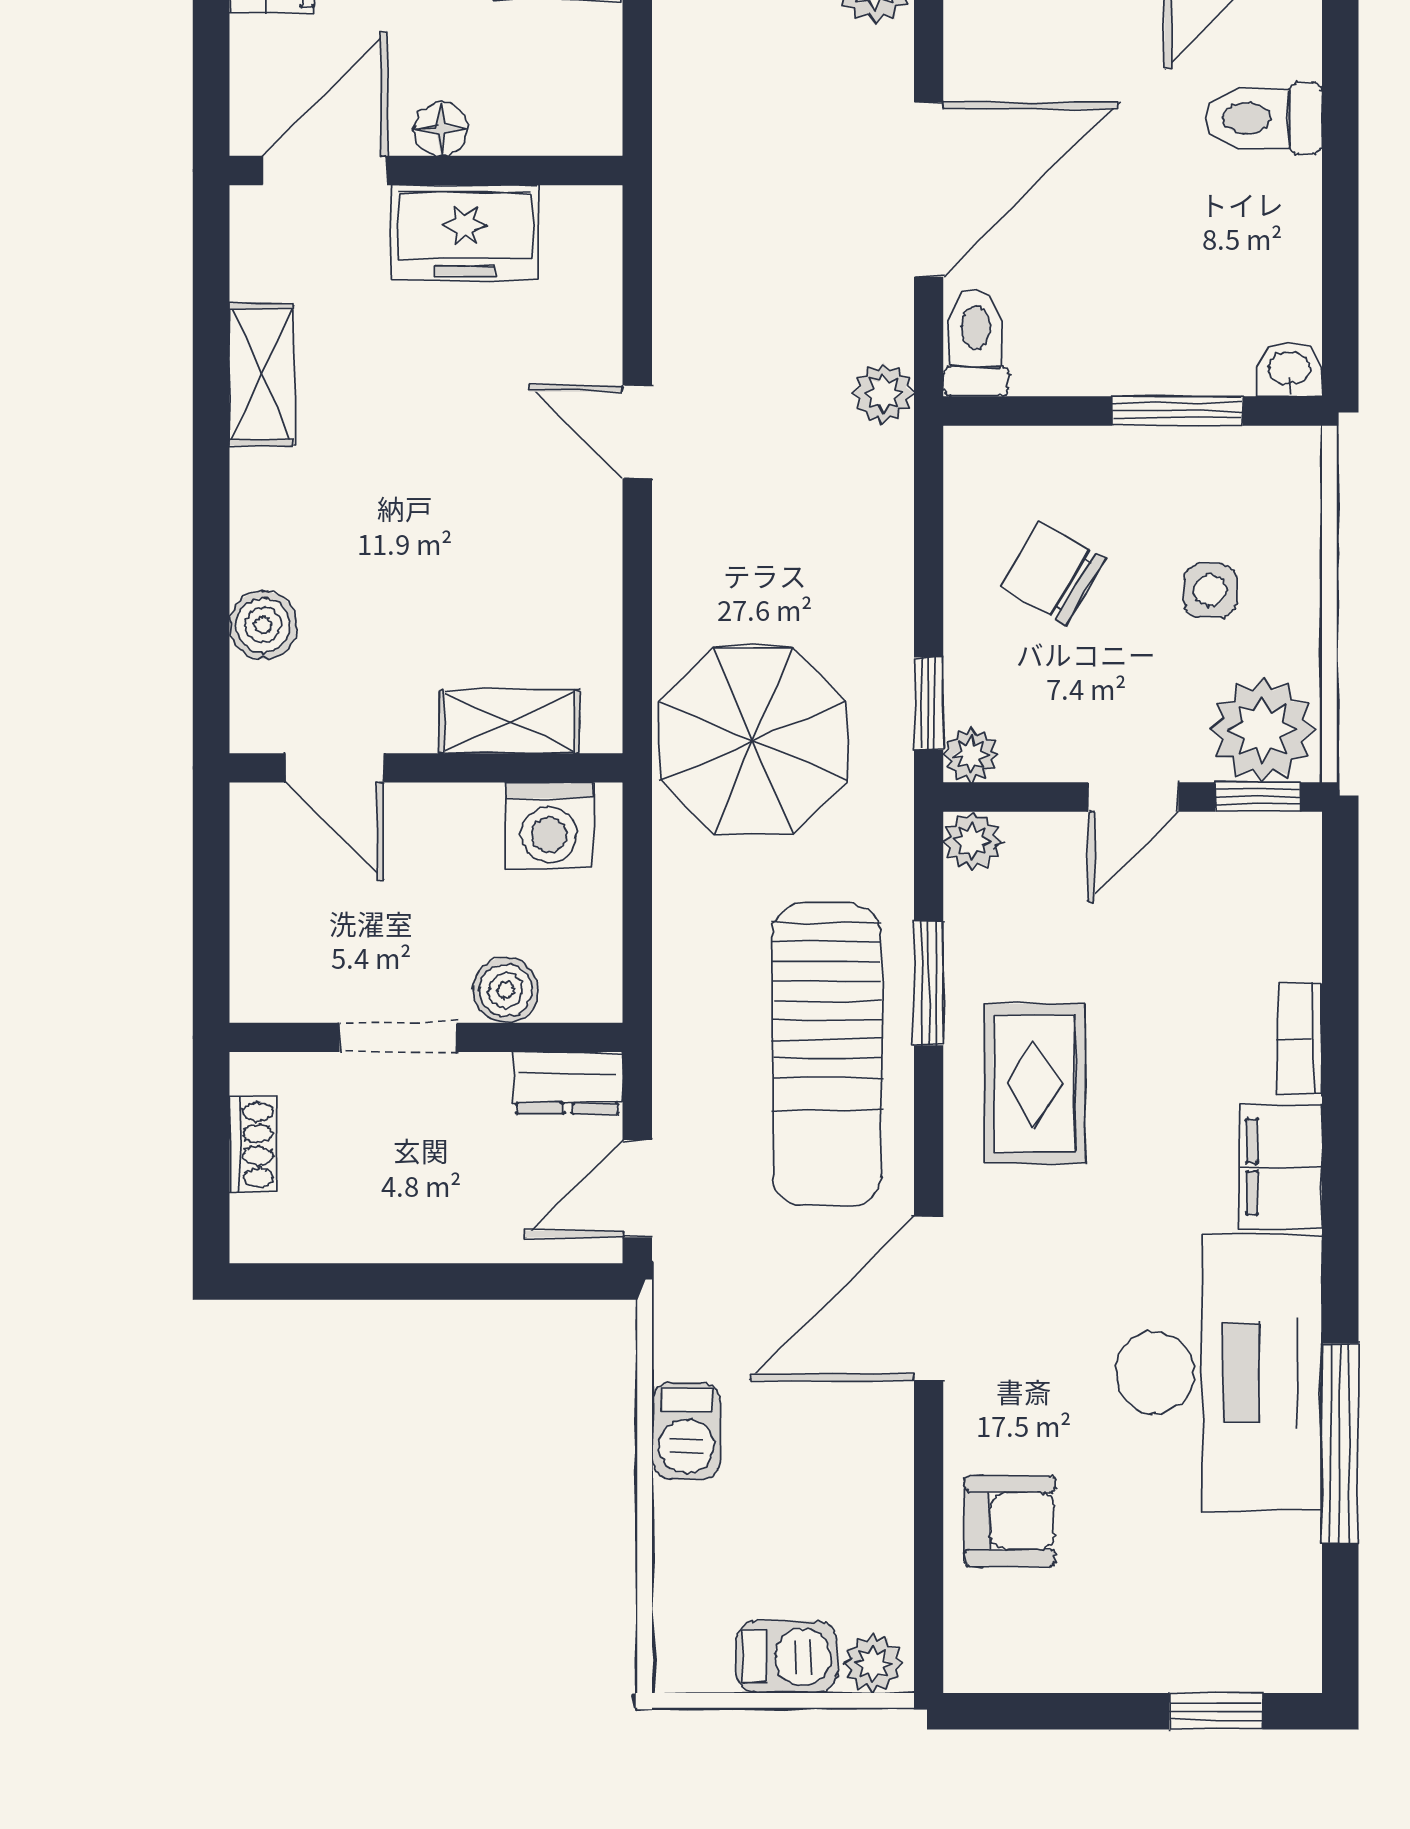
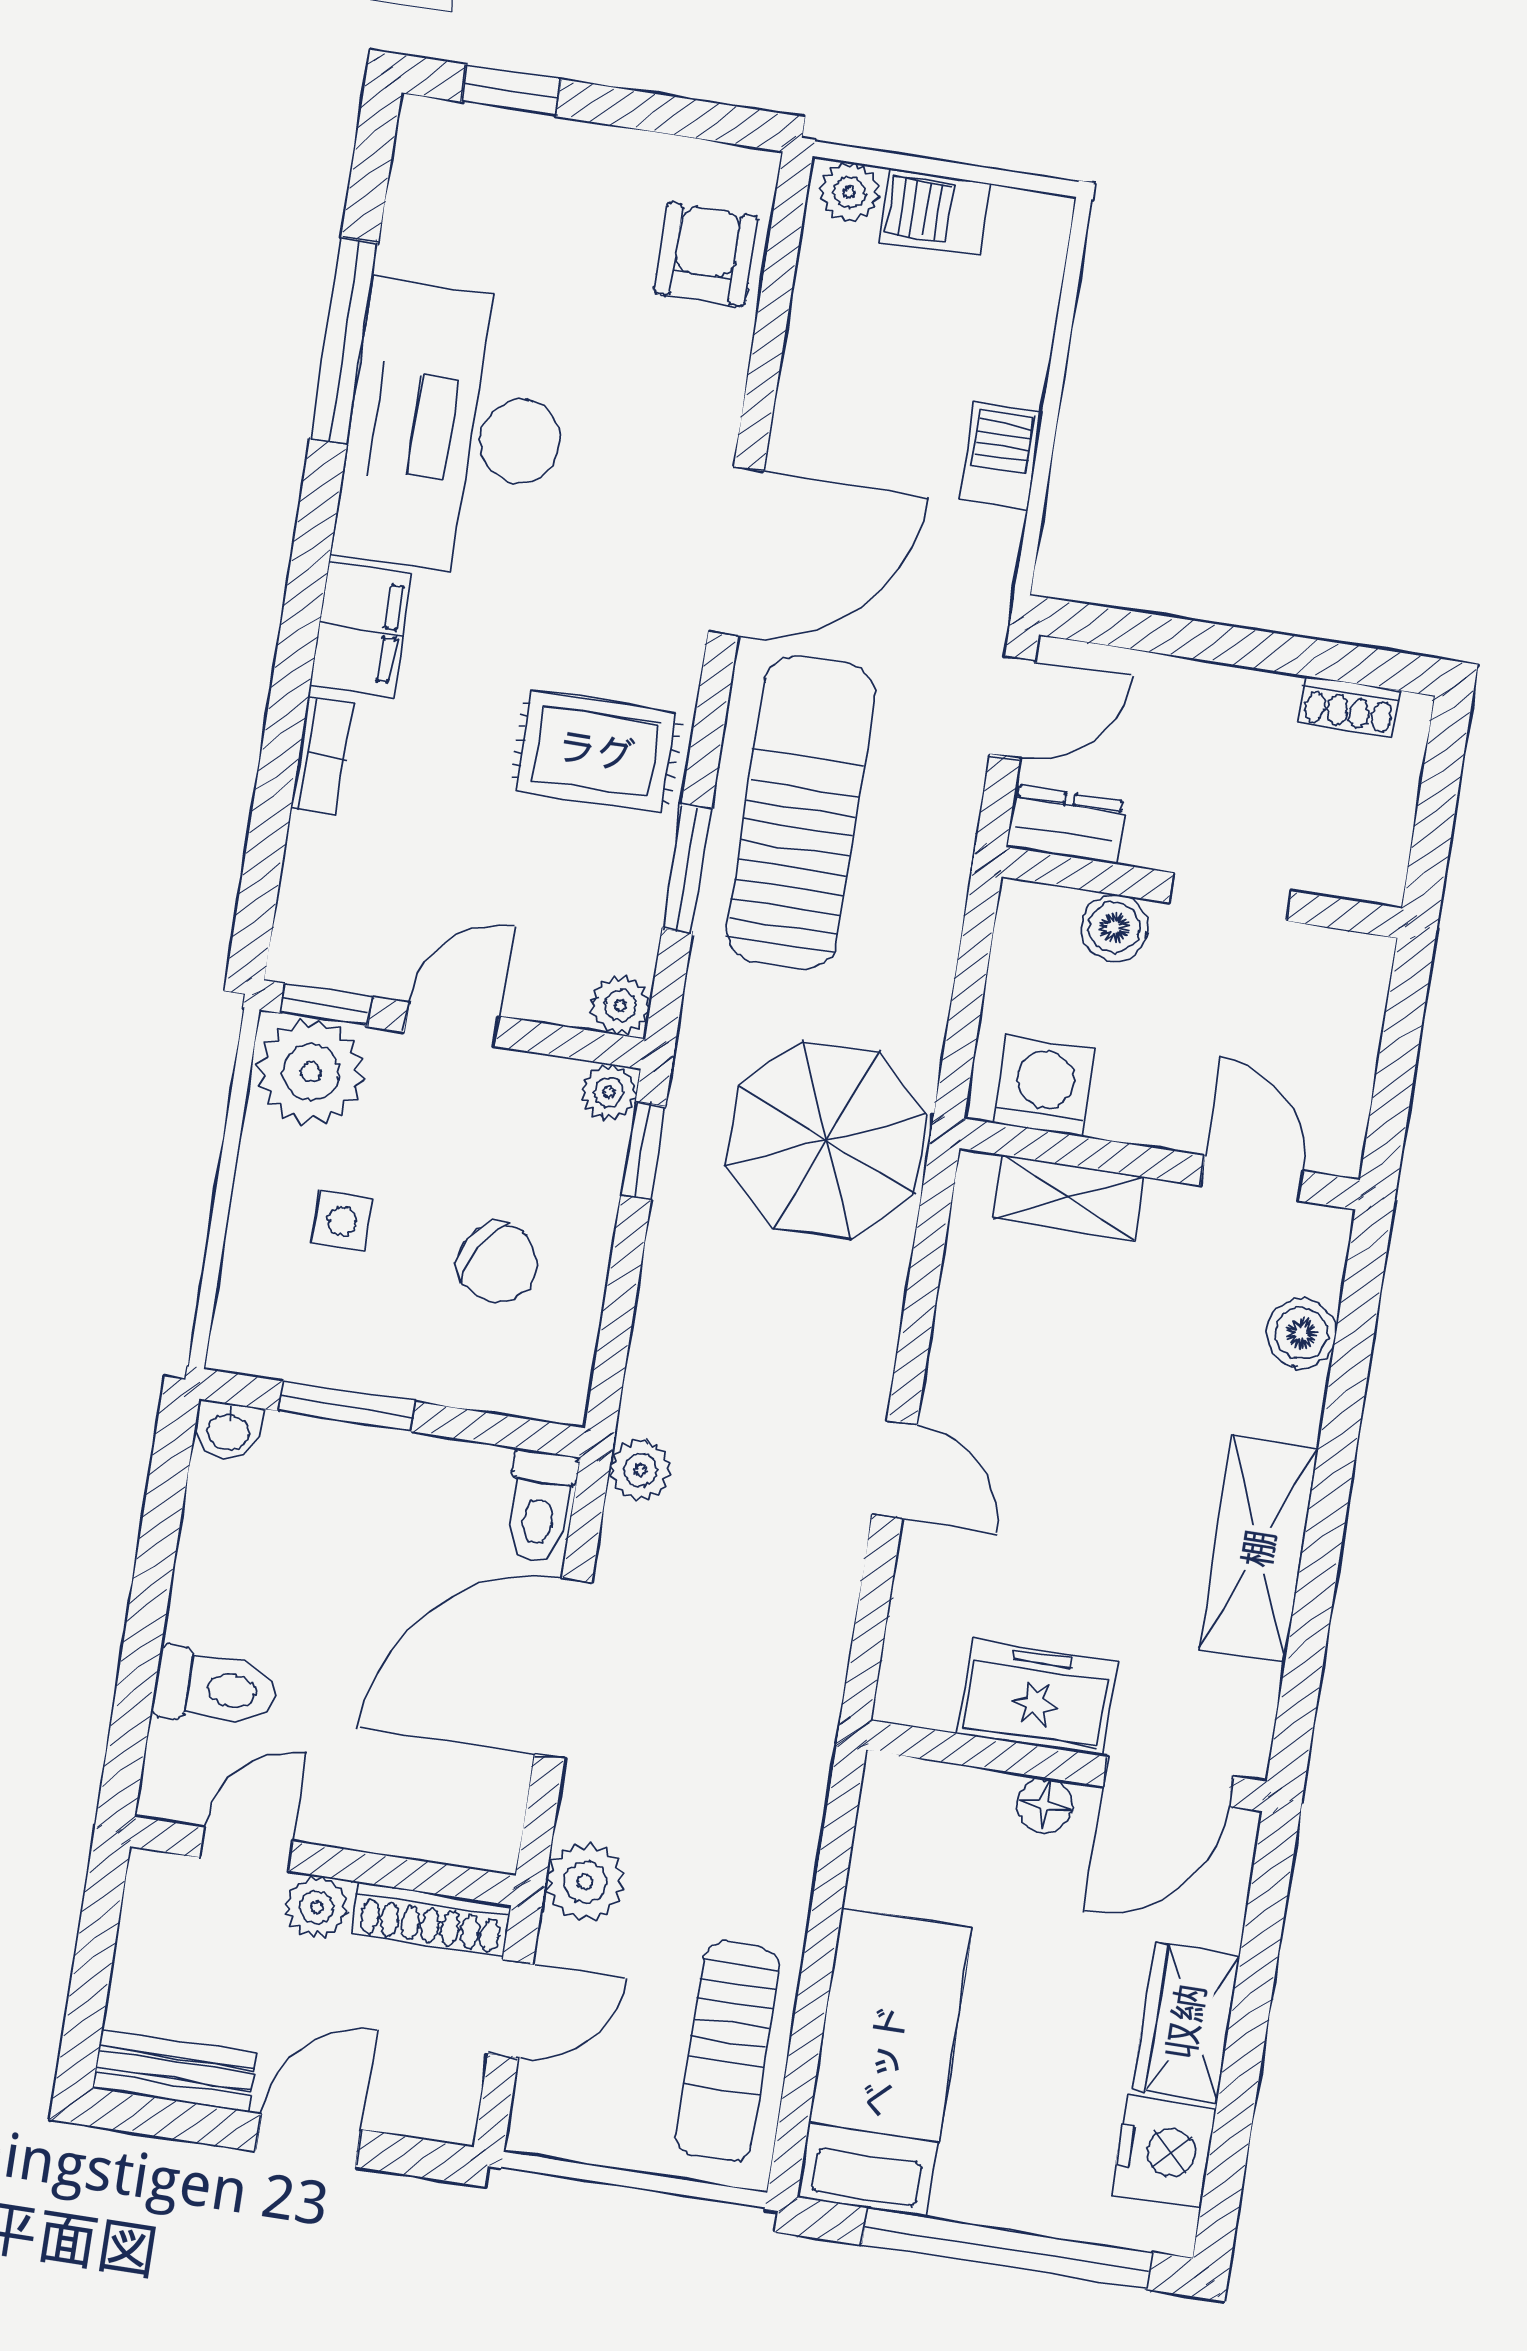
shelving: (261, 374) -> (1259, 1549), width x1.50, depth x1.33
rug: (1034, 1083) -> (596, 751), turned 90
shoe rack: (252, 1145) -> (1349, 706), moved, turned -90
armchair: (1010, 1521) -> (706, 254), moved, turned 90

